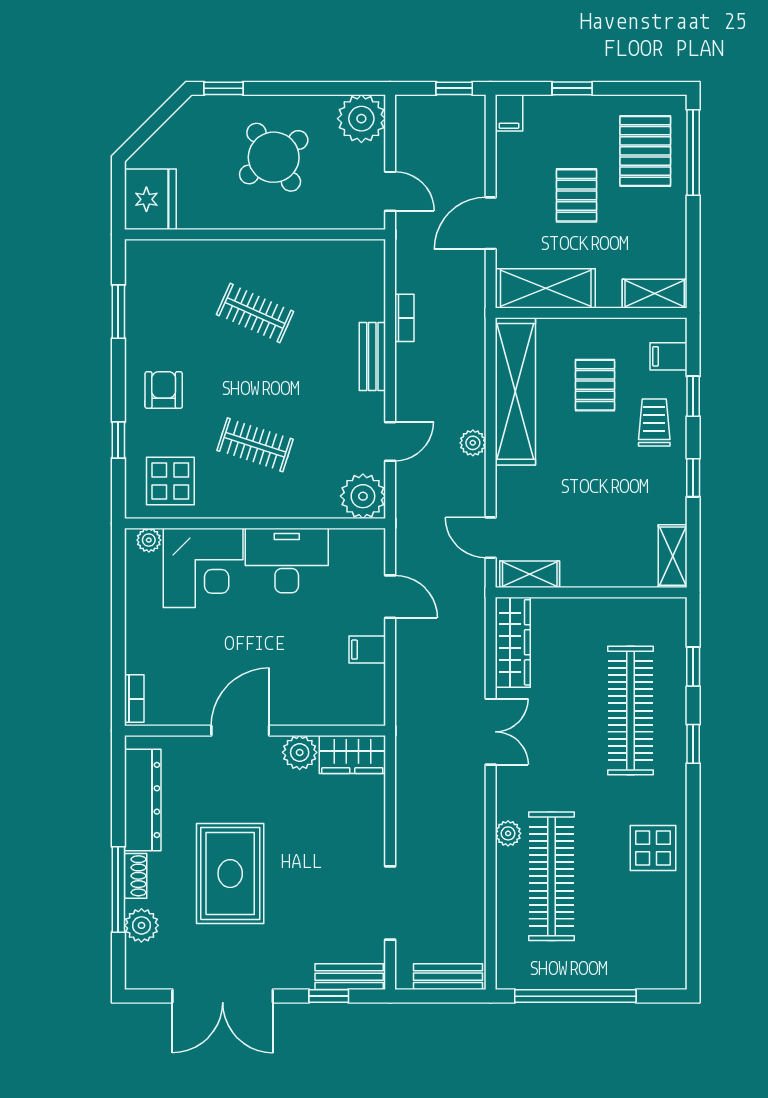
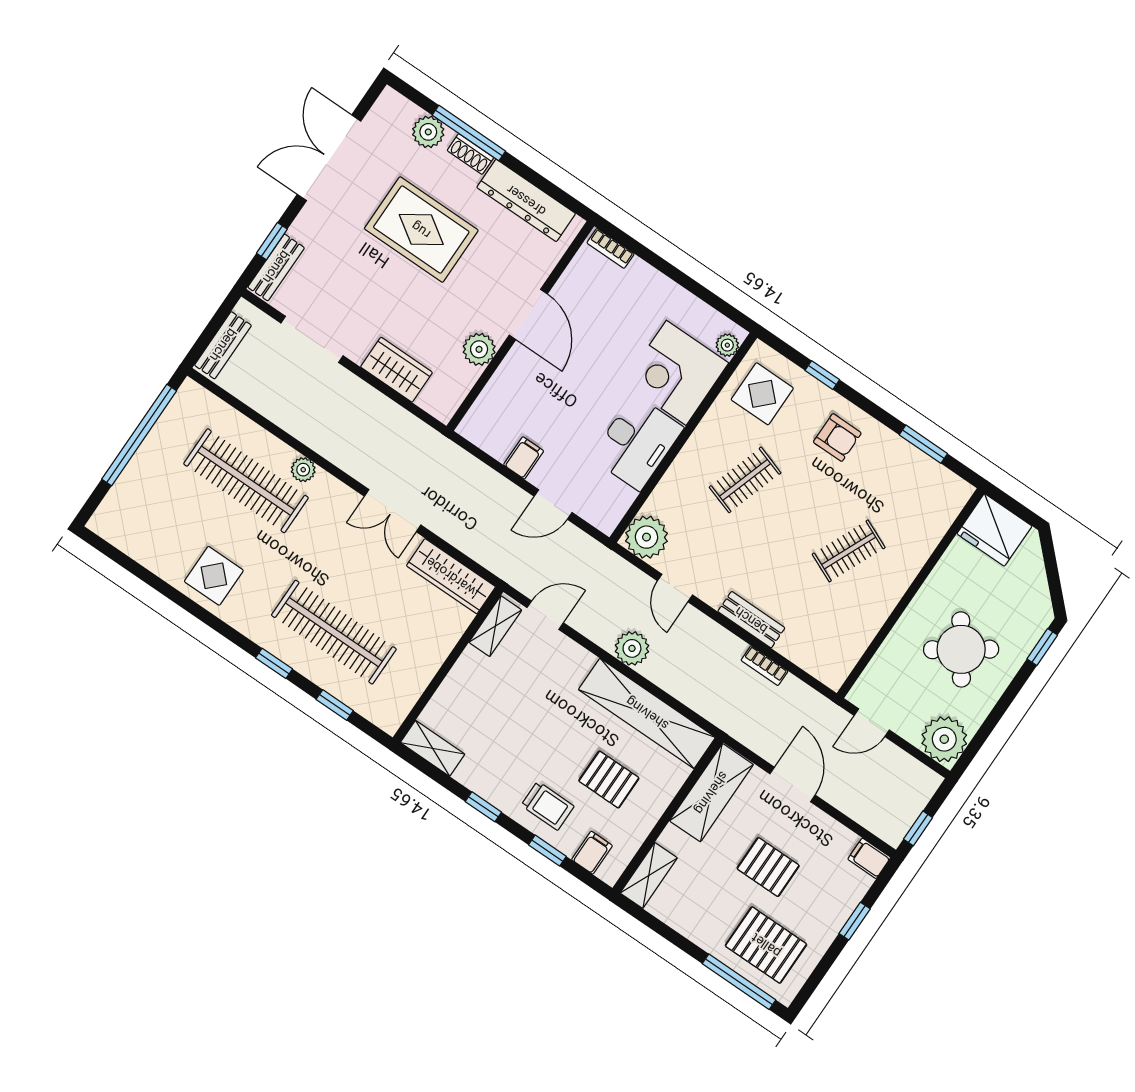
plant: (473, 443) -> (632, 648), width x1.38, depth x1.38
wardrobe: (352, 754) -> (397, 370), moved, turned 90

